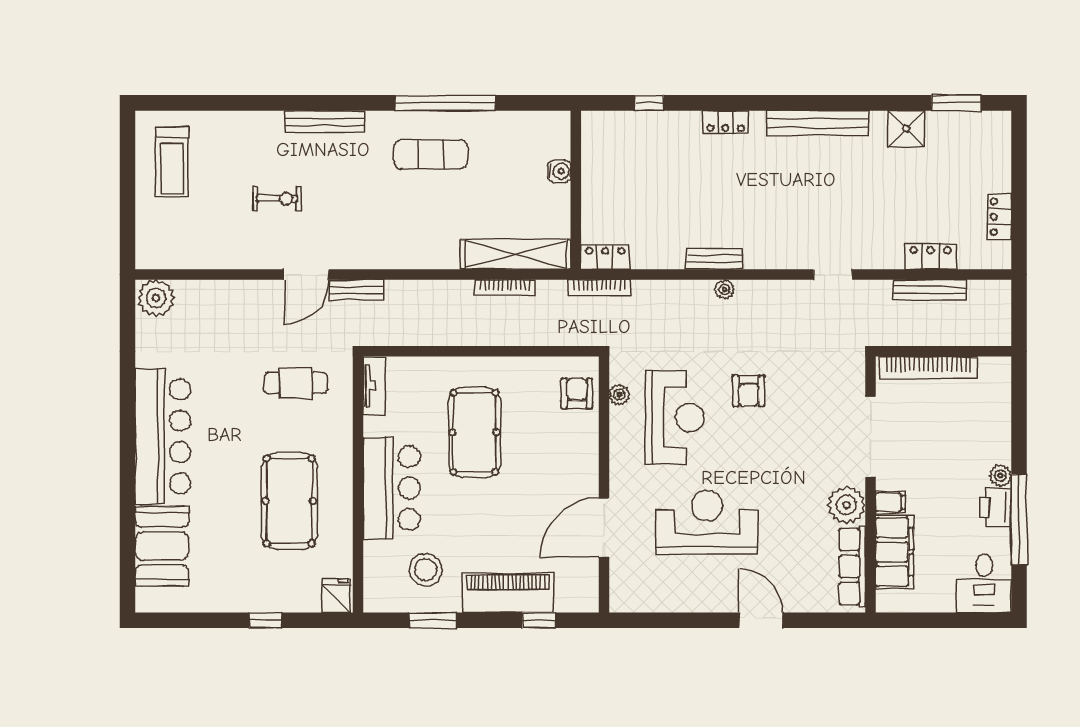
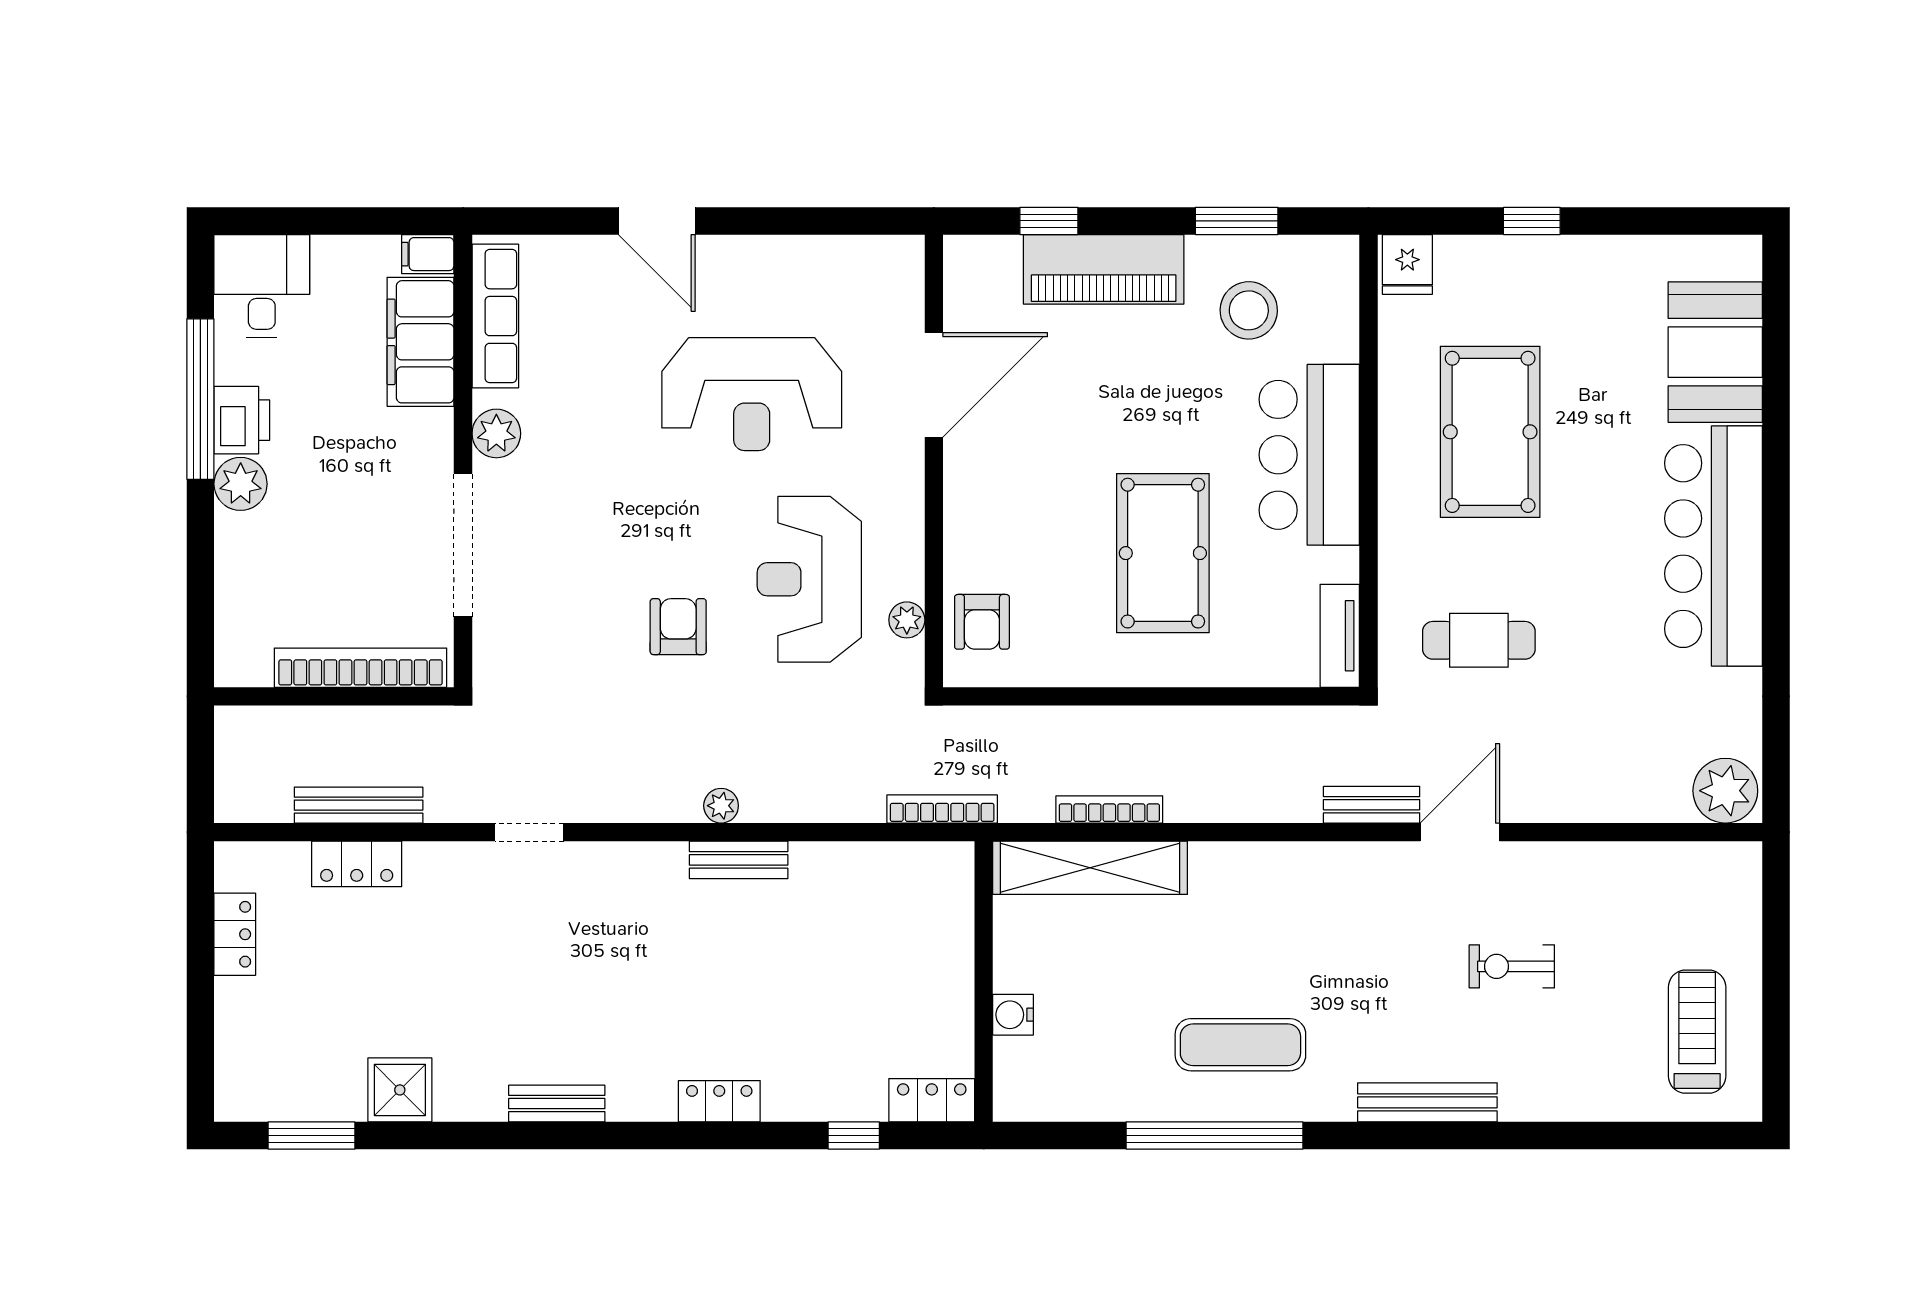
bench: (817, 123) -> (557, 1104), width x0.54, depth x0.82
locker: (605, 257) -> (932, 1100), moved, turned 180
plant: (1000, 476) -> (241, 484), width x1.38, depth x1.38
filing cabinet: (890, 502) -> (428, 254), moved
plant: (847, 505) -> (496, 433), width x0.73, depth x0.73

